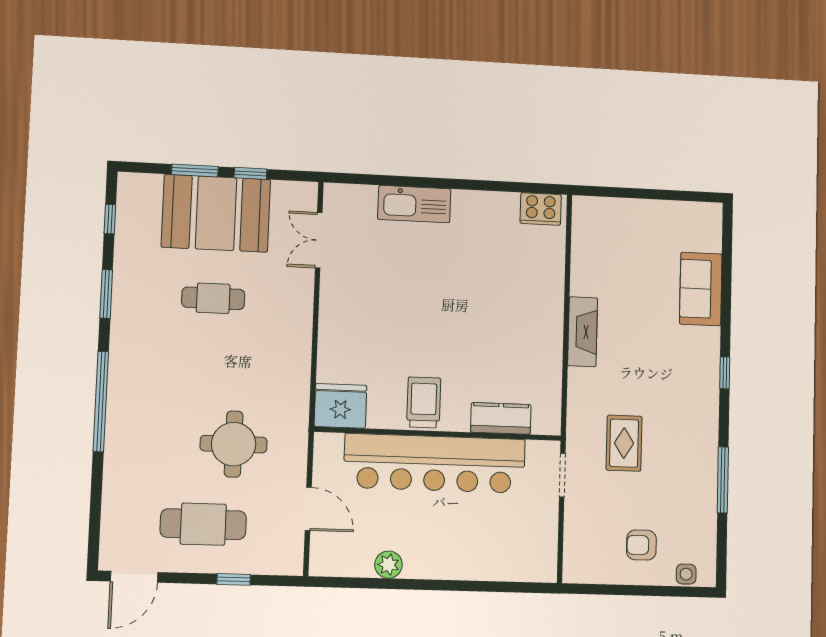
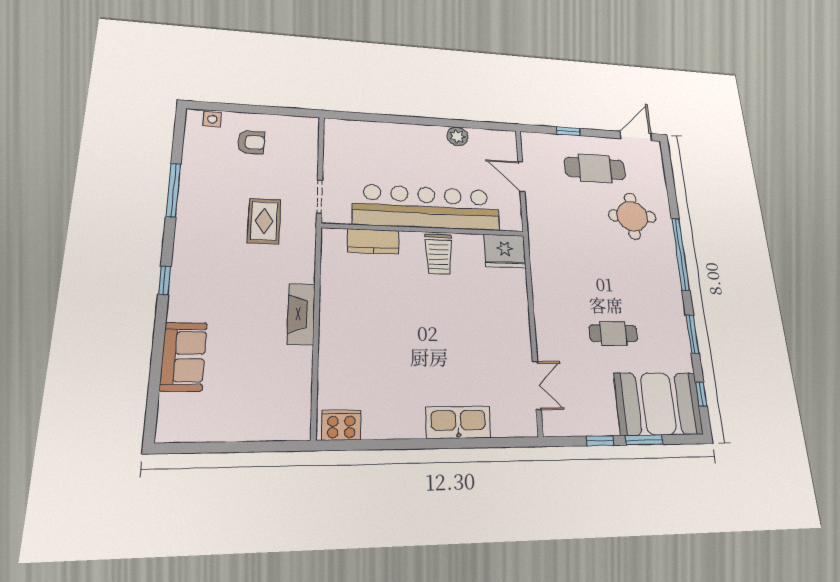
booth: (216, 213) -> (658, 404), moved
round table: (234, 444) -> (632, 216), moved

